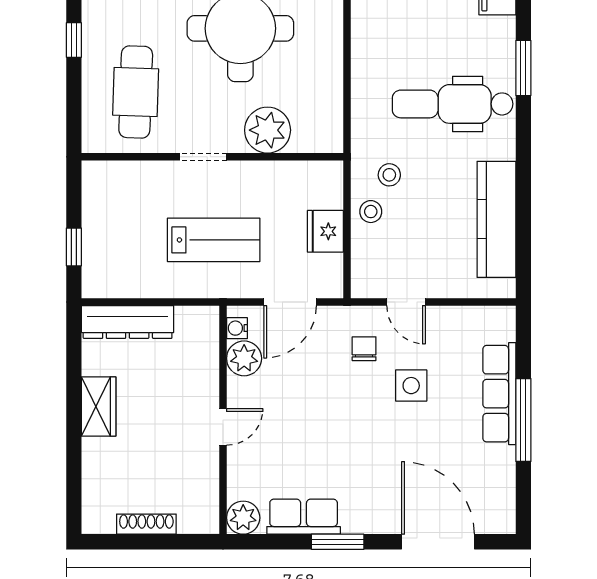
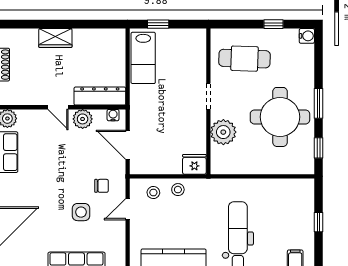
stool: (389, 175) -> (153, 193), moved
fridge: (325, 231) -> (194, 164), moved
lab bench: (214, 240) -> (143, 58), moved
dresser: (128, 322) -> (100, 96), moved, turned 90
plant: (244, 358) -> (83, 119), moved
wardrobe: (99, 406) -> (55, 38), moved

